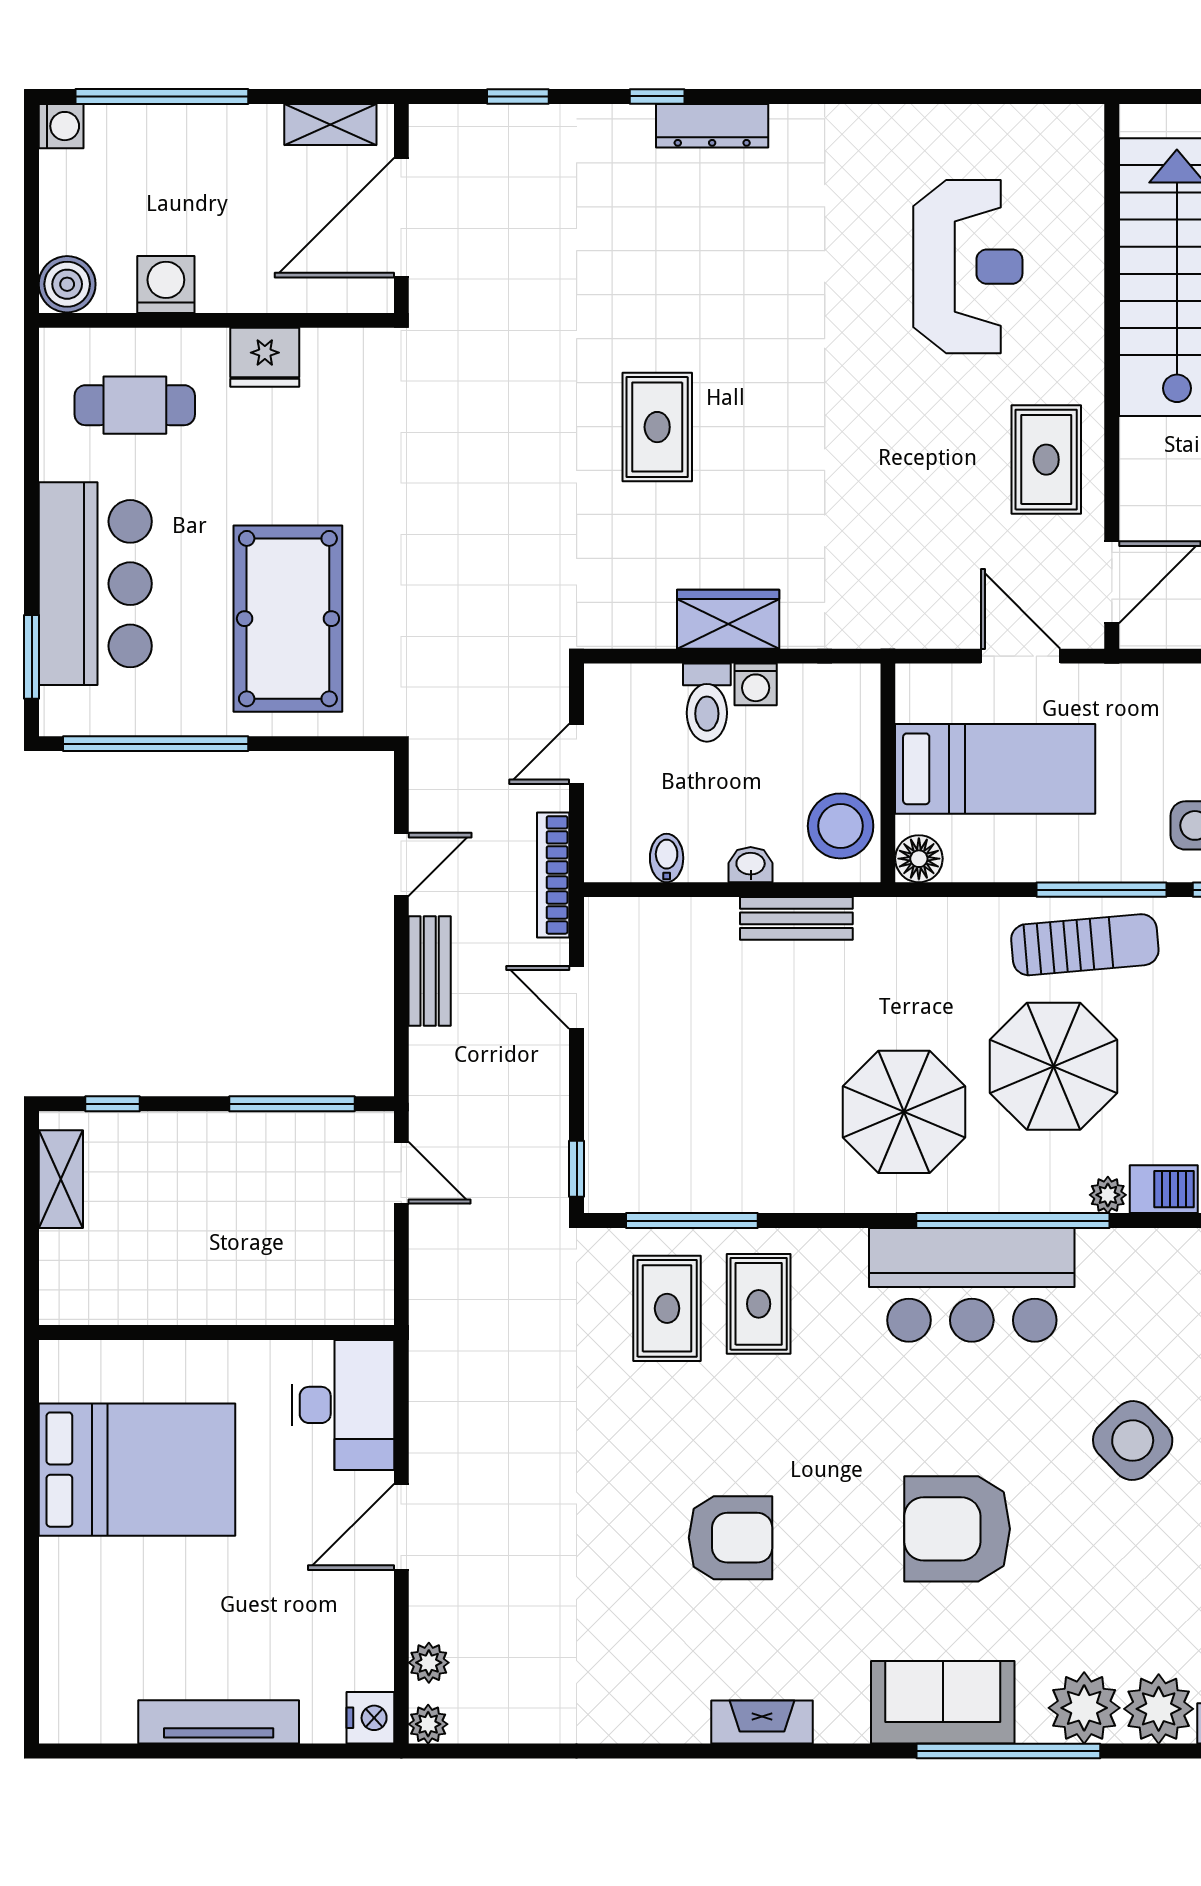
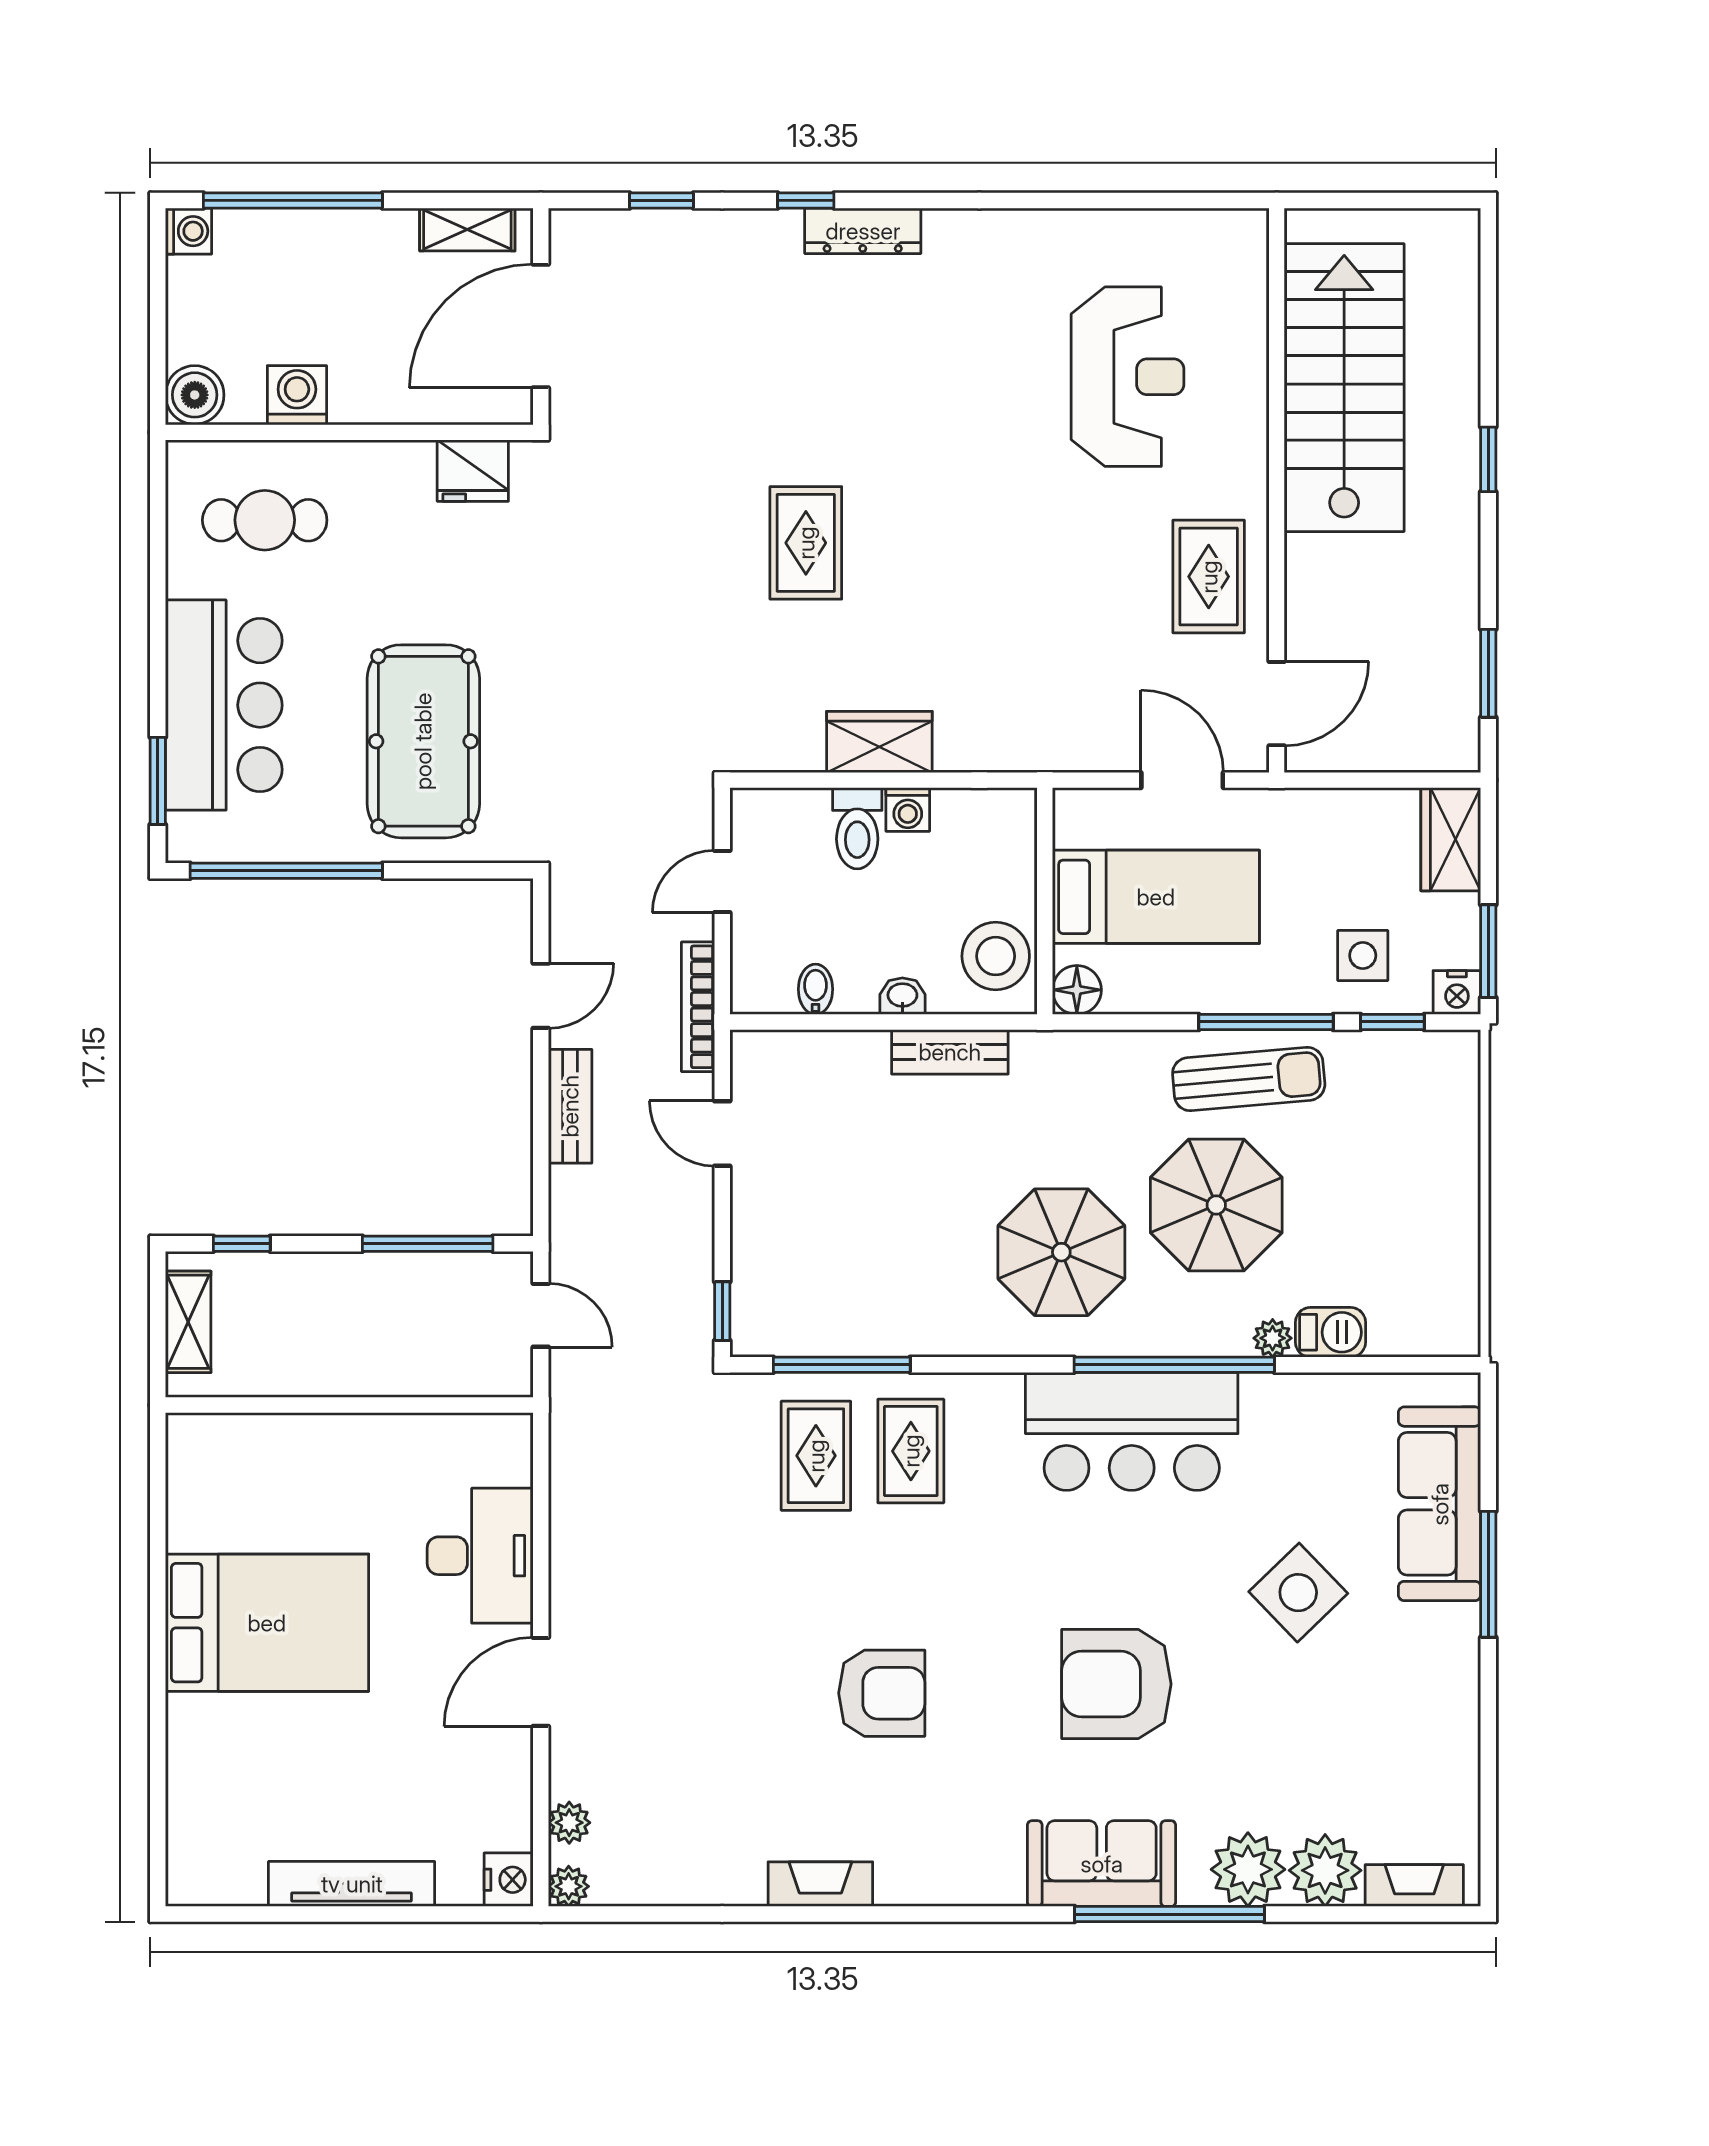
fridge: (265, 357) -> (473, 471), moved
wall: (216, 1332) -> (349, 1405), moved
fireplace: (762, 1722) -> (820, 1884), moved

